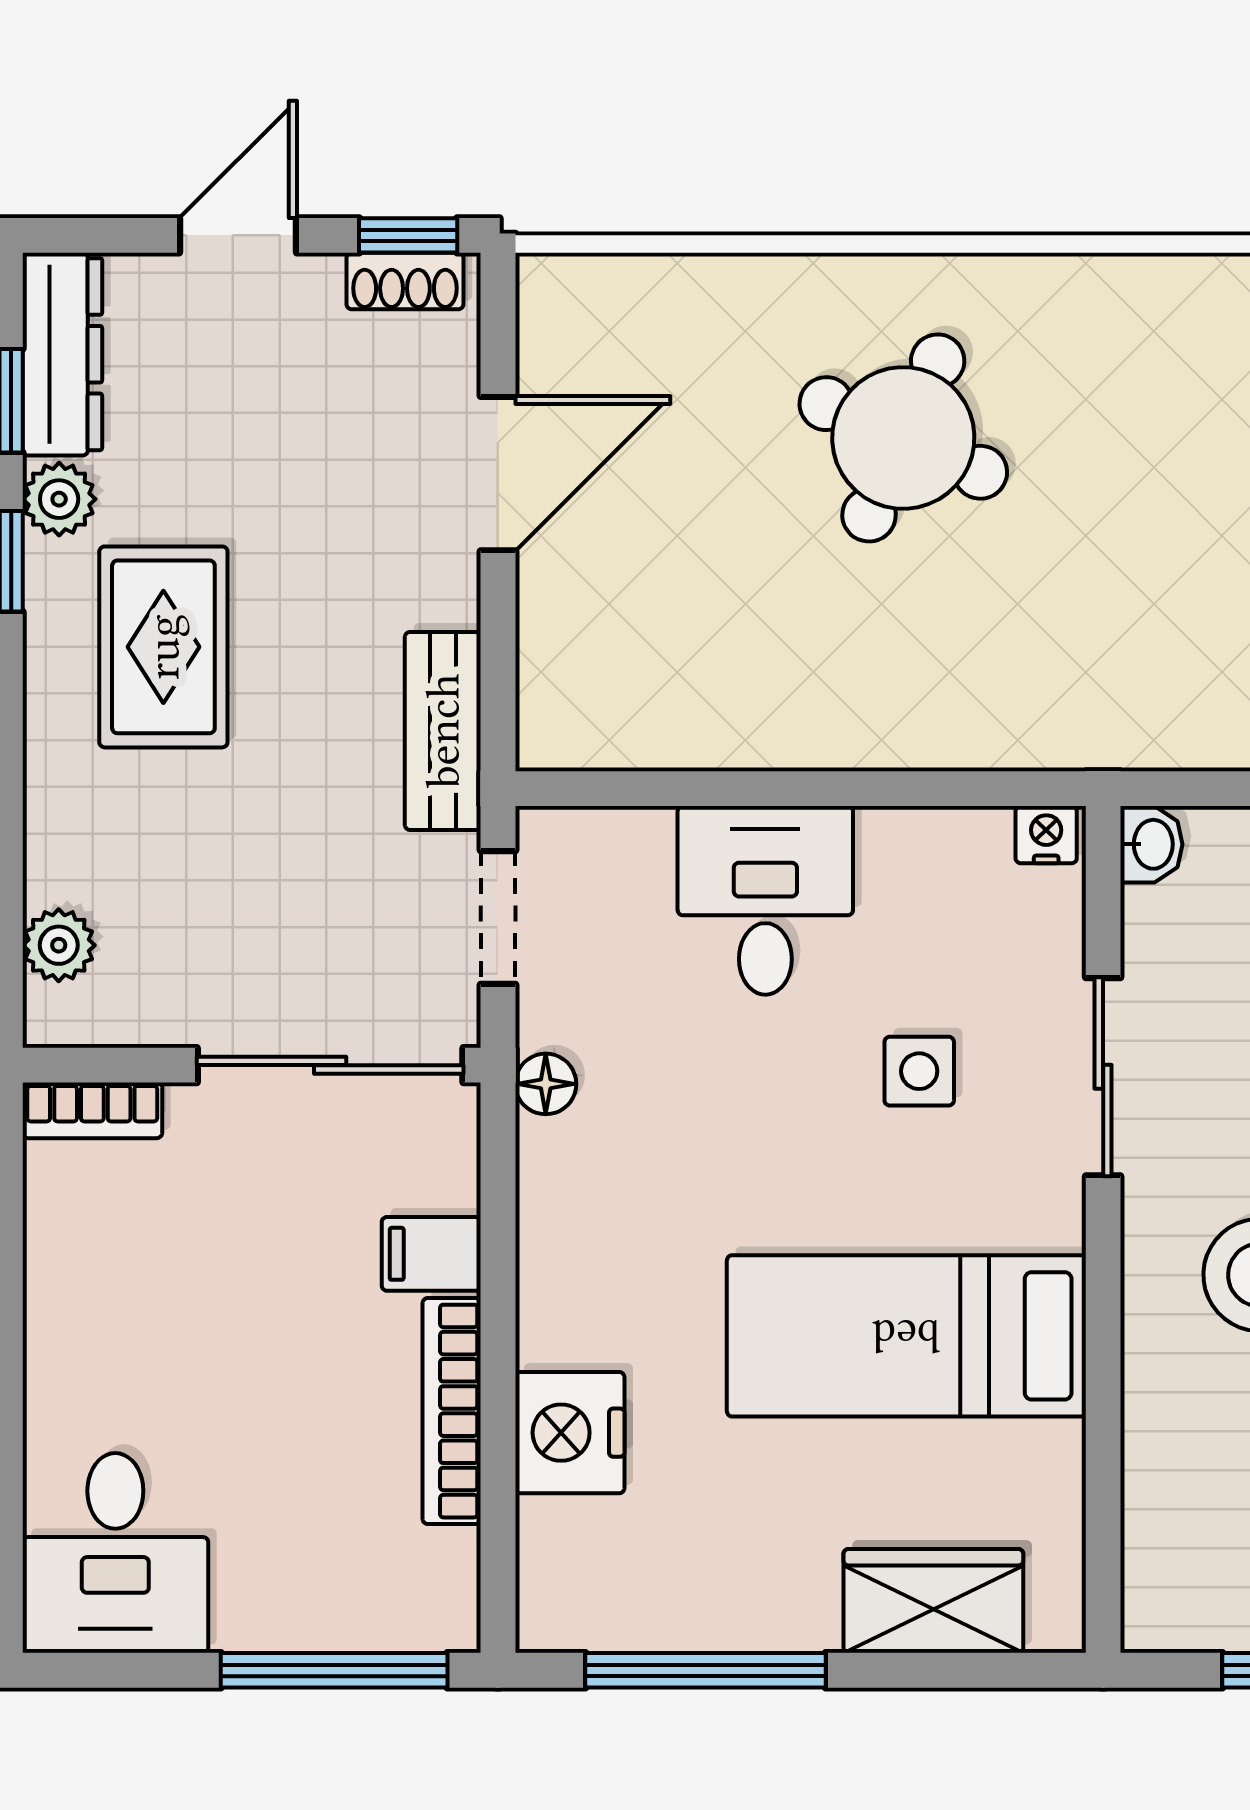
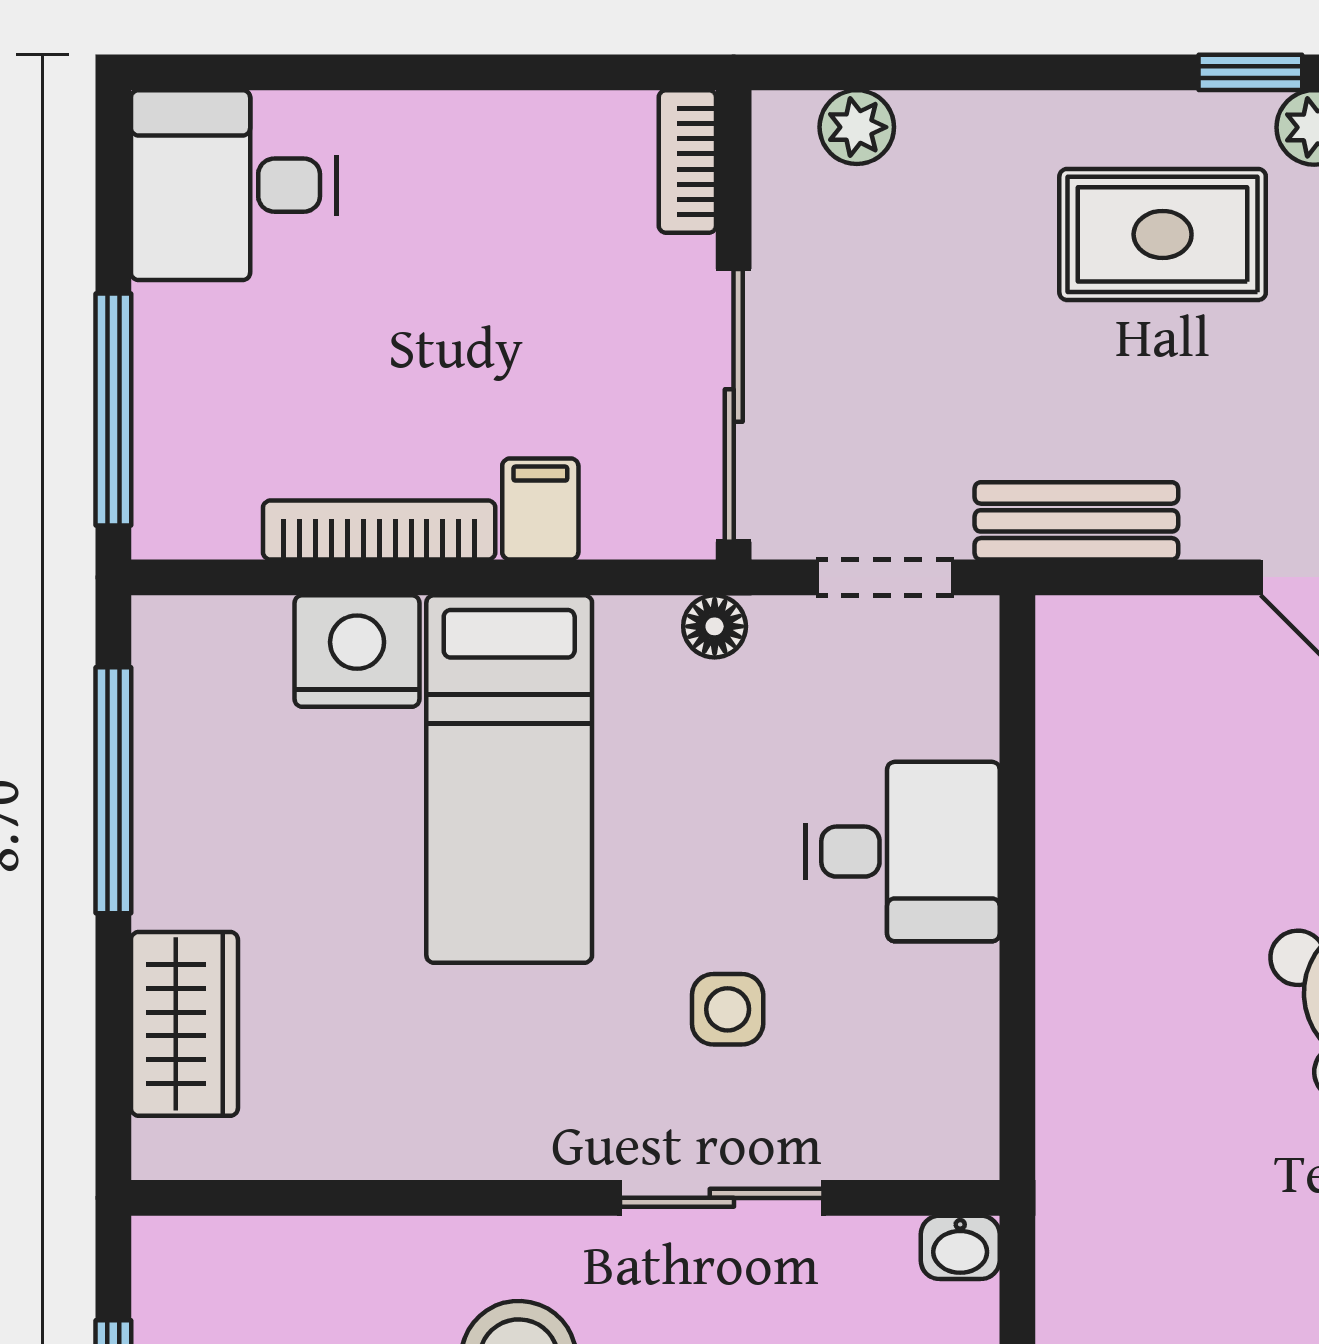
nightstand: (1046, 835) -> (970, 1139), removed
bed: (906, 1336) -> (509, 779), moved, turned 180

